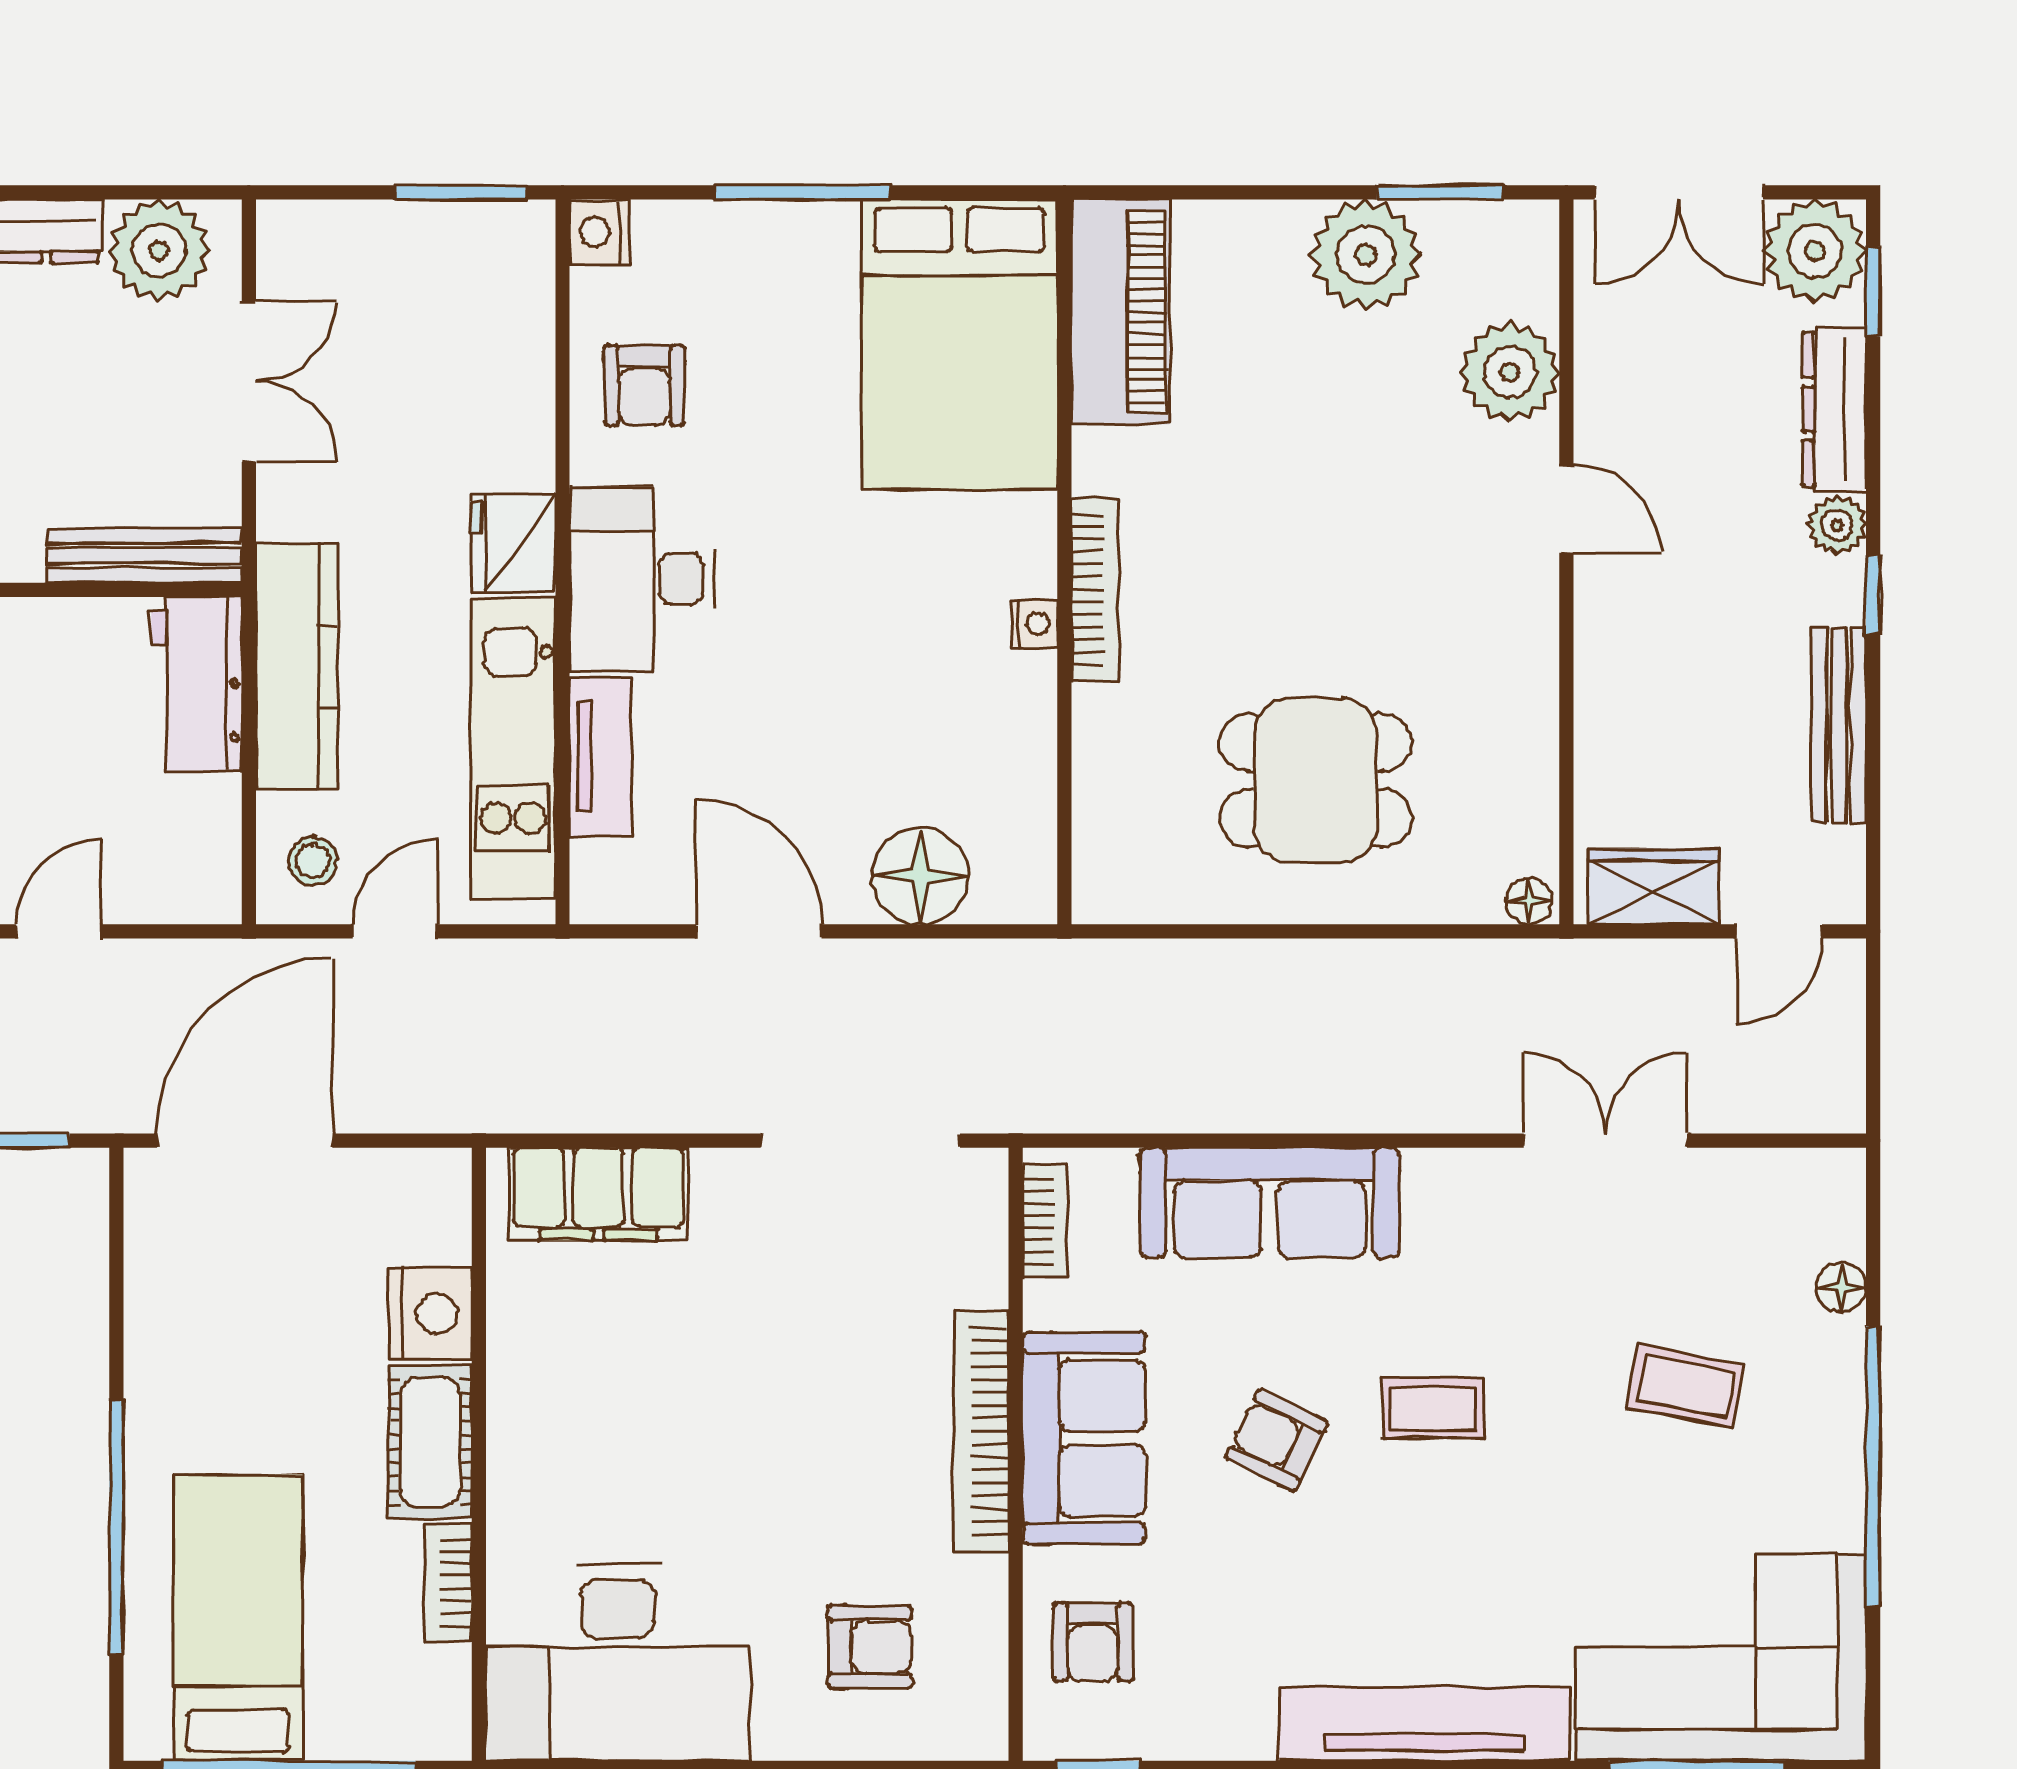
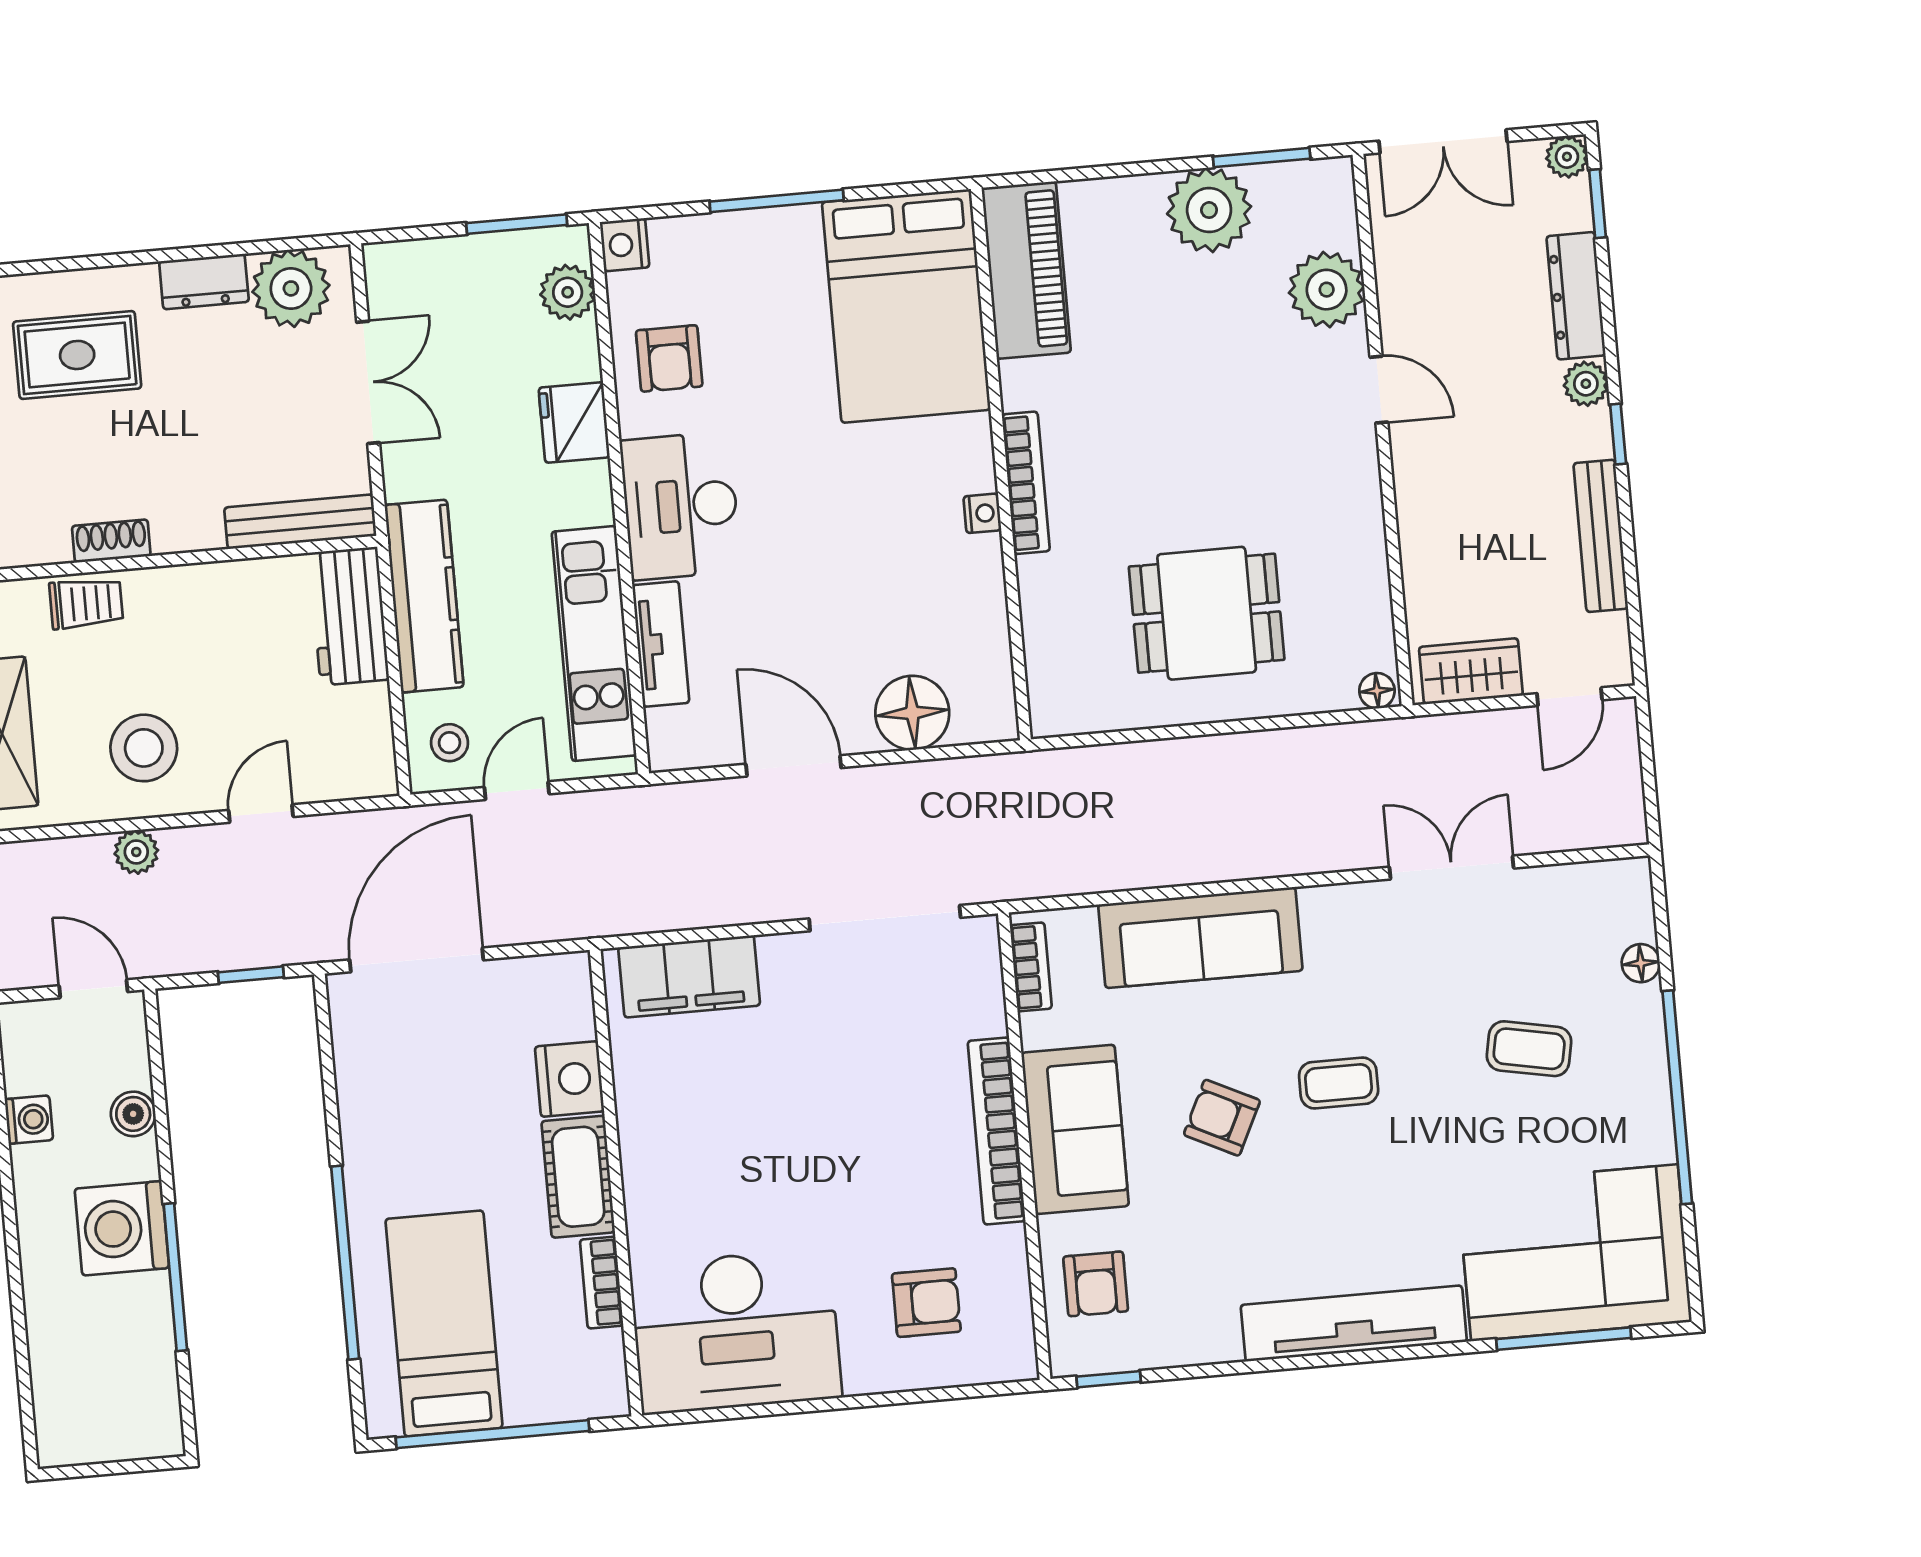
plant: (1815, 251) -> (1567, 157), width x0.53, depth x0.53
plant: (519, 287) -> (568, 292), added
fridge: (513, 543) -> (574, 422), moved

